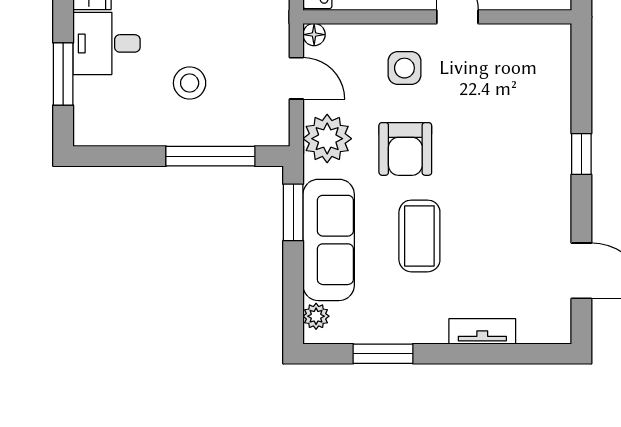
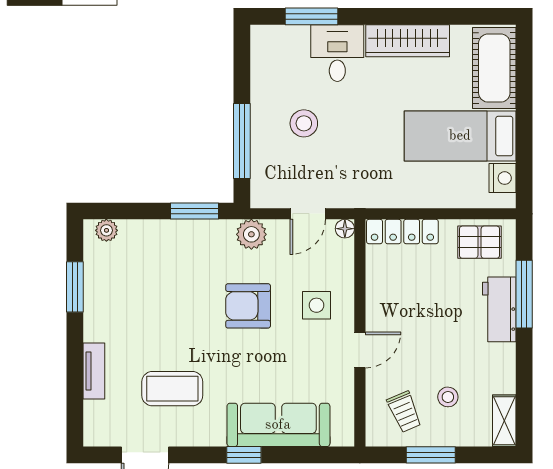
plant: (327, 139) -> (251, 234), width x0.73, depth x0.73
coffee table: (419, 236) -> (172, 389), moved
sofa: (329, 240) -> (278, 425), moved, turned 180

